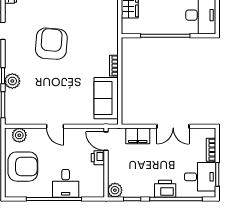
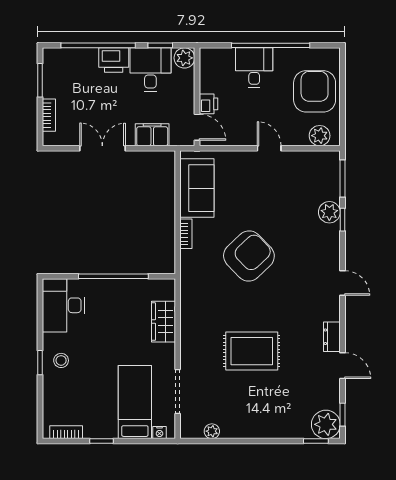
armchair: (51, 44) -> (249, 256), moved, turned -138
armchair: (23, 167) -> (315, 91), turned 90
desk: (200, 177) -> (150, 70), moved, turned 90

